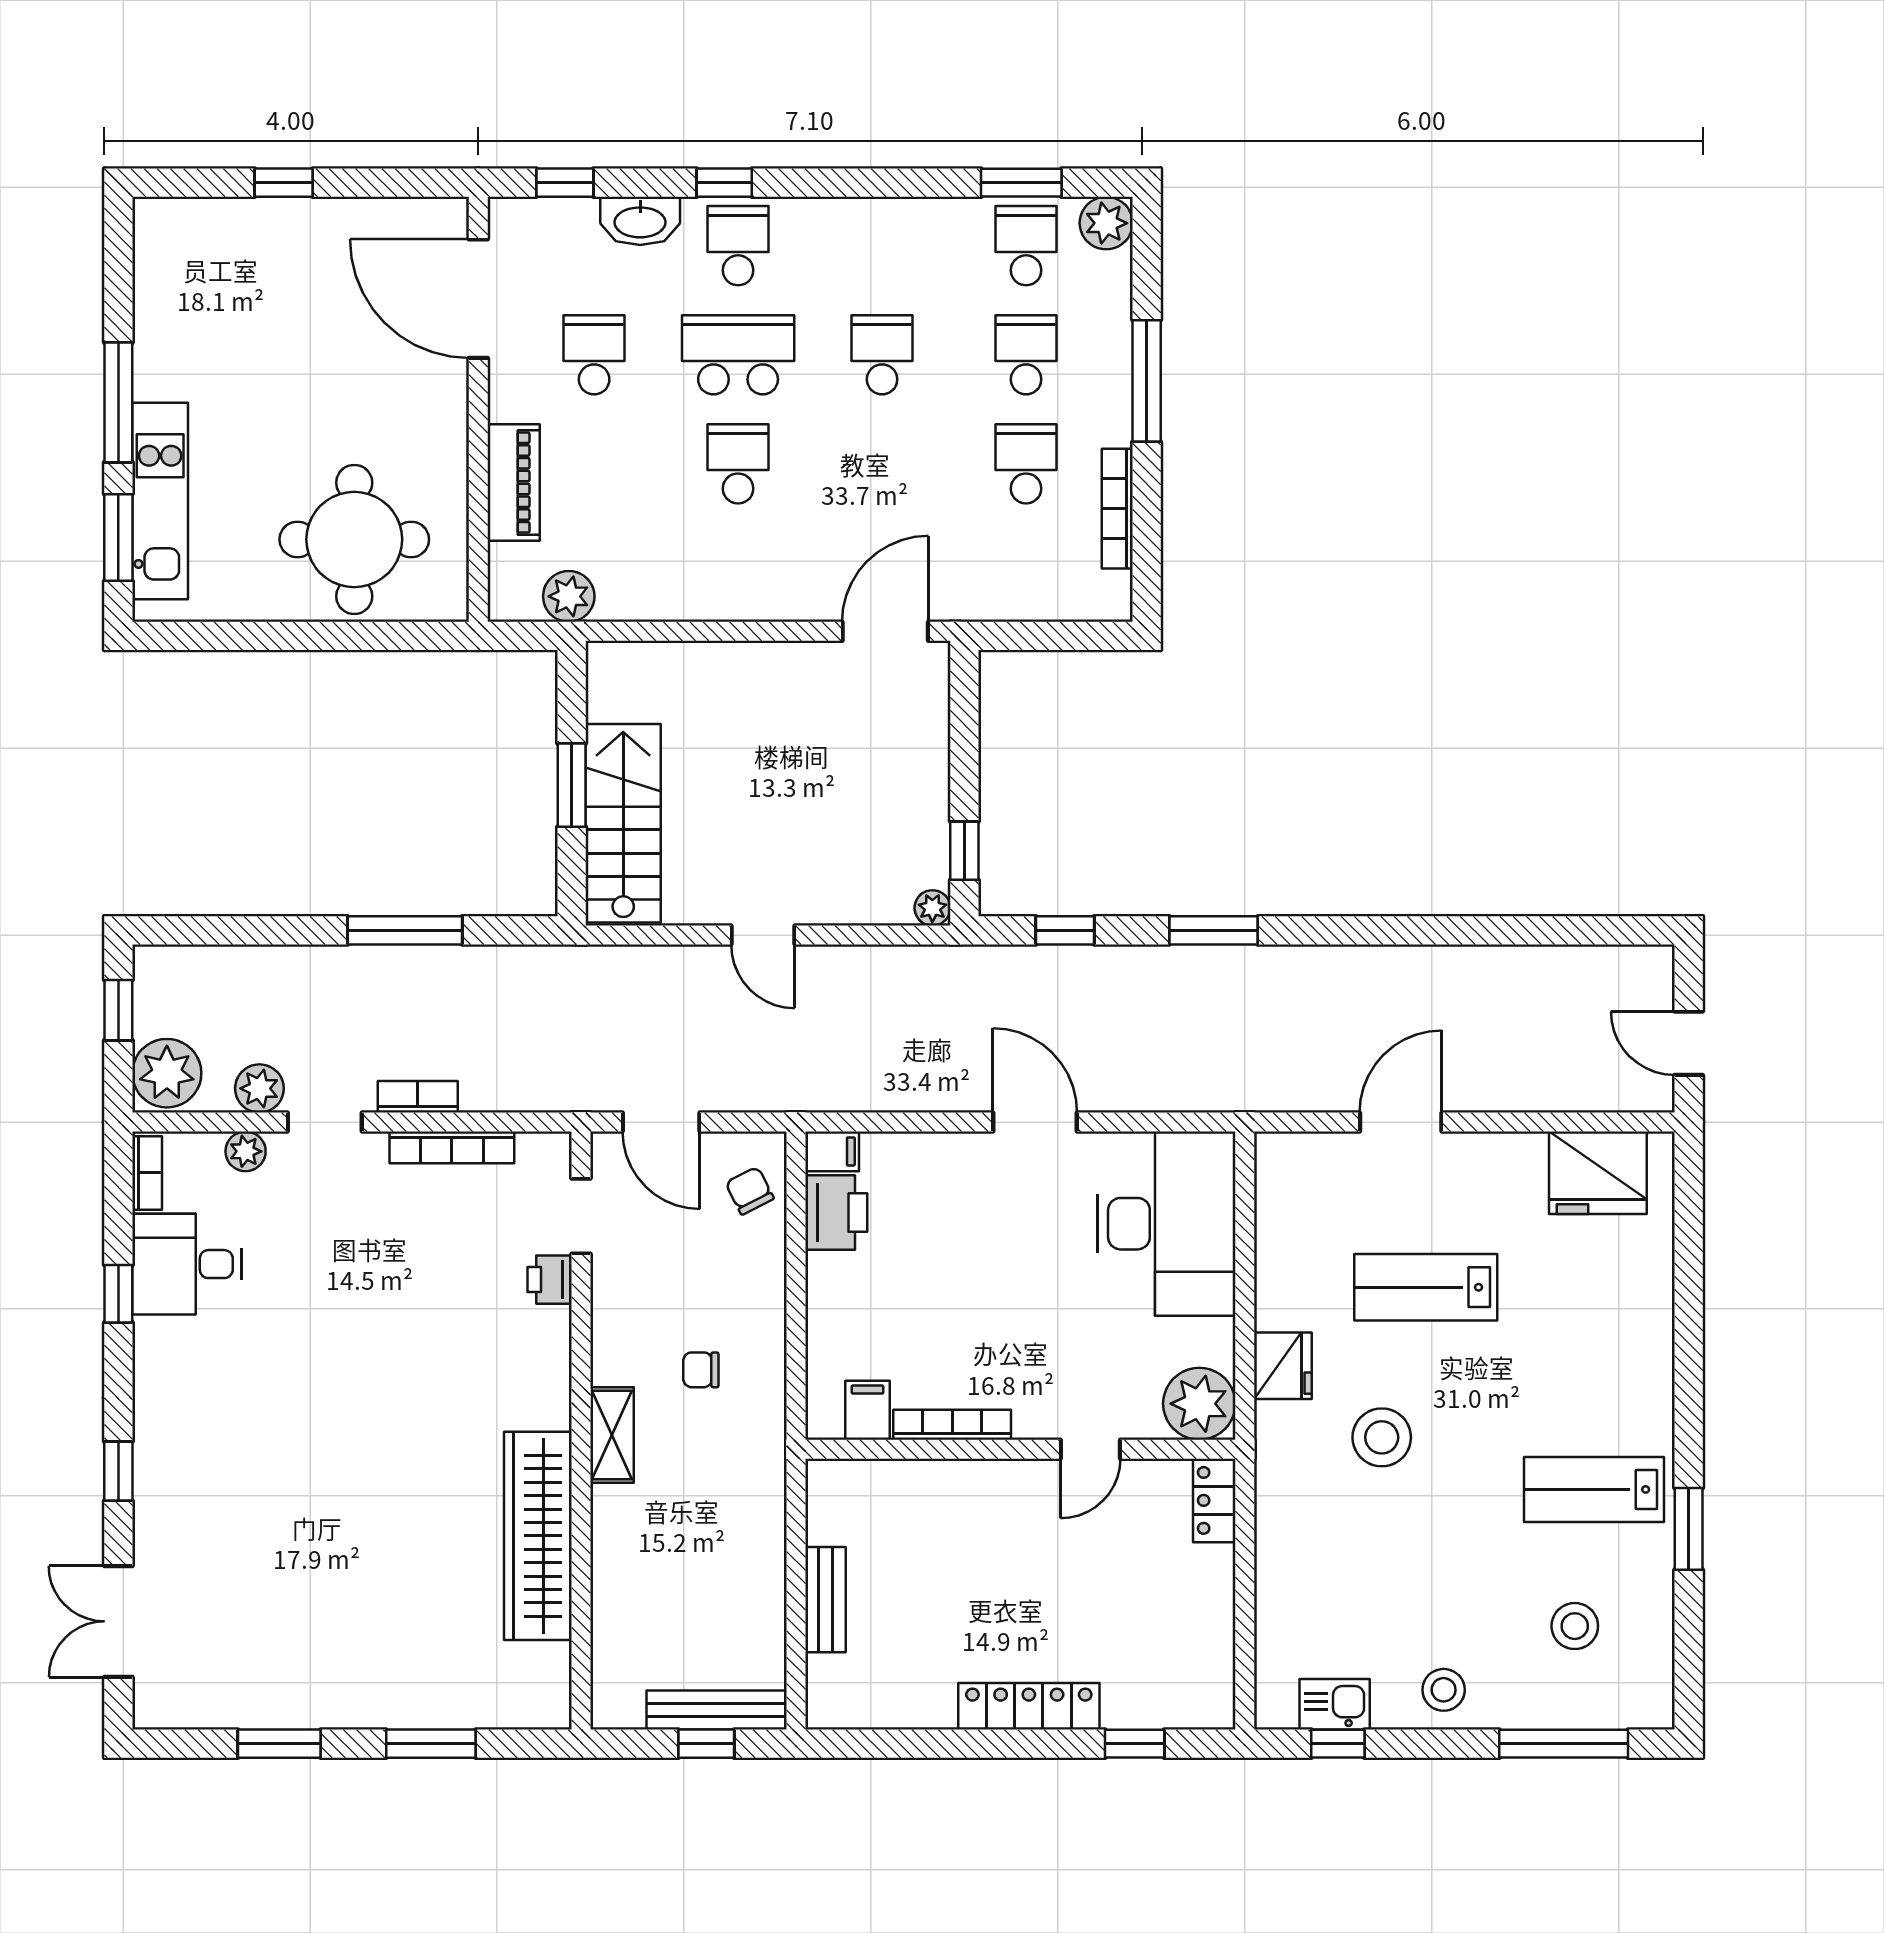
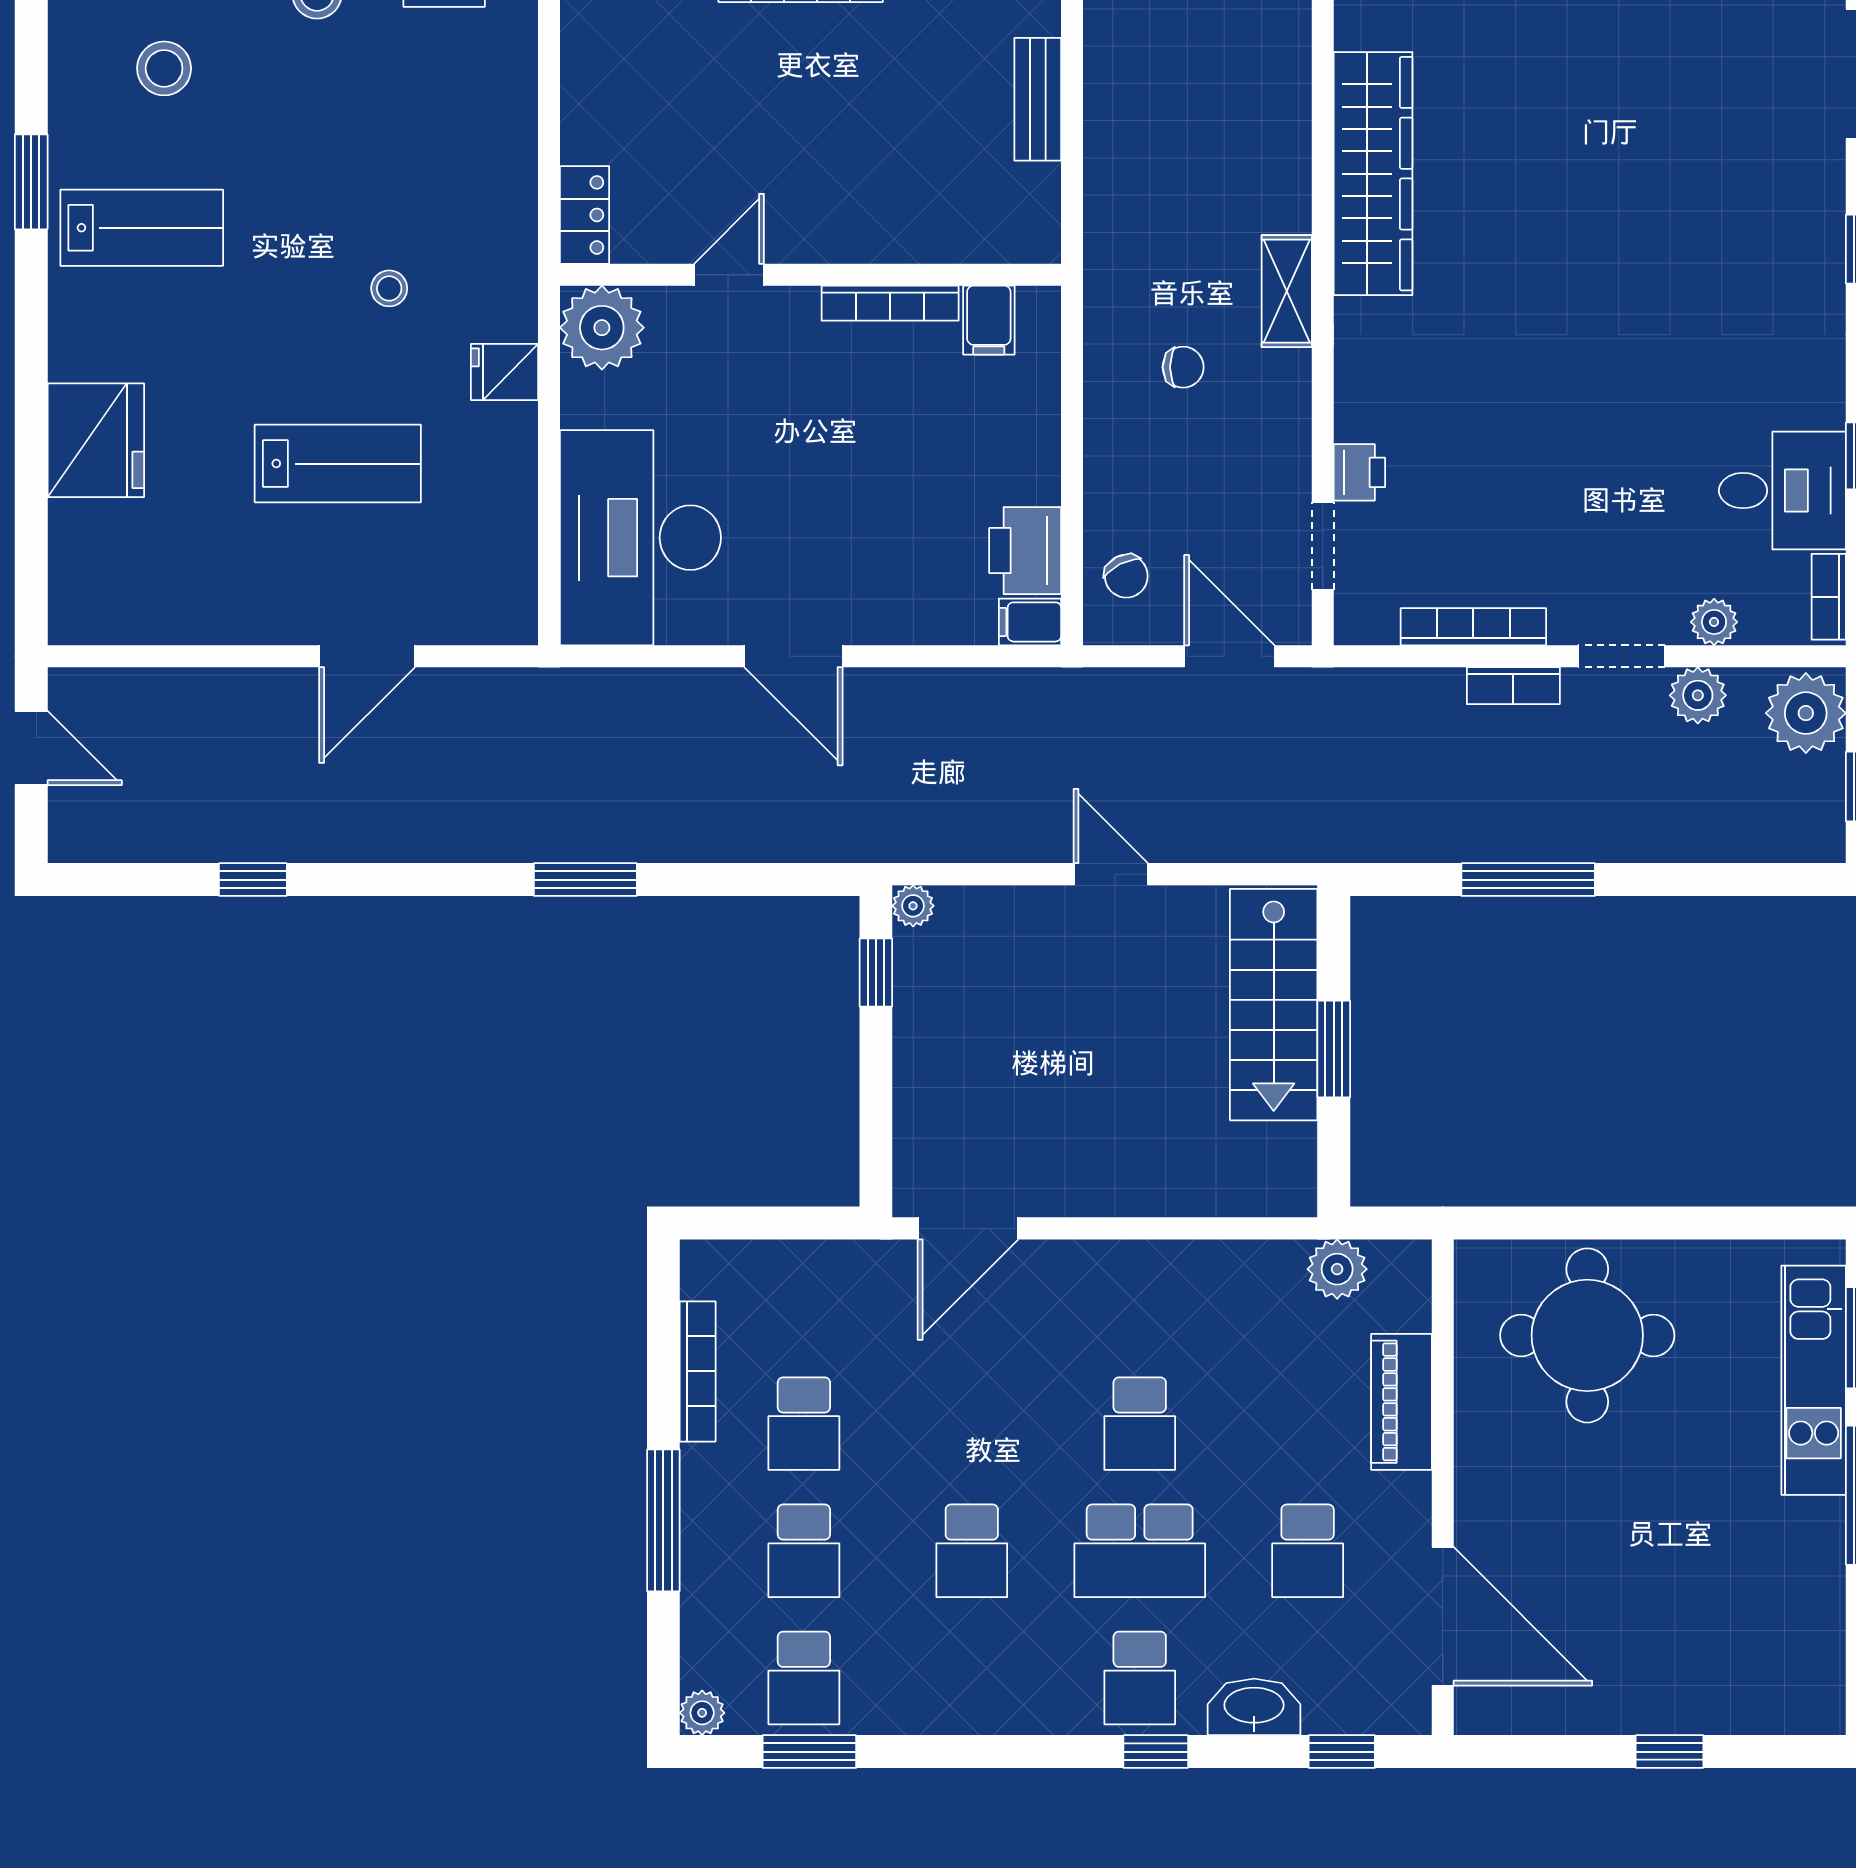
plant: (1106, 223) -> (702, 1713), width x0.73, depth x0.73
window: (1065, 930) -> (253, 880), moved
fridge: (1598, 1173) -> (96, 440), moved, turned 90
fridge: (1283, 1366) -> (504, 372), width x0.72
stool: (1382, 1437) -> (389, 288), width x0.53, depth x0.53

